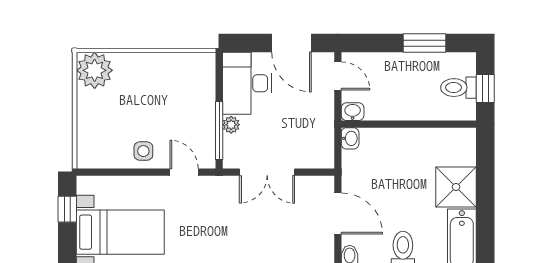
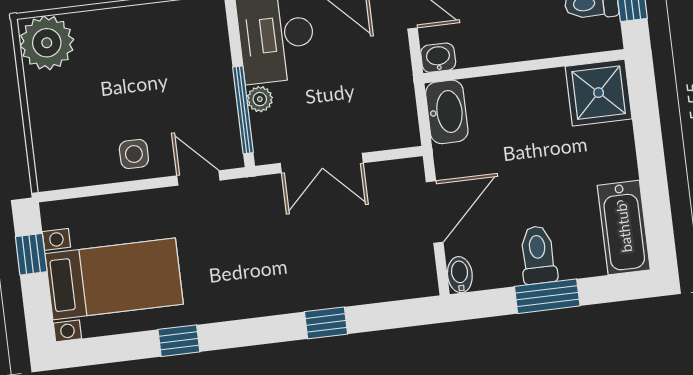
washbasin: (350, 138) -> (447, 112), width x1.91, depth x1.45
shower: (456, 187) -> (599, 93), moved
door: (338, 214) -> (435, 212), hinge flipped

